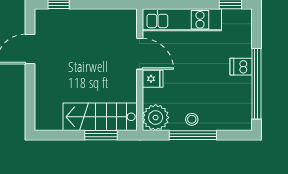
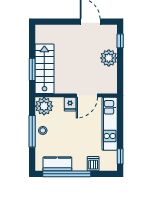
plant: (84, 21) -> (109, 58), added
dishwasher: (241, 67) -> (93, 164), moved
kitchen counter: (241, 98) -> (57, 164), added

